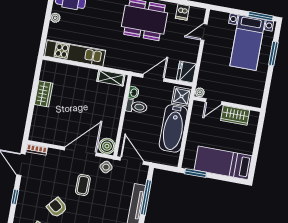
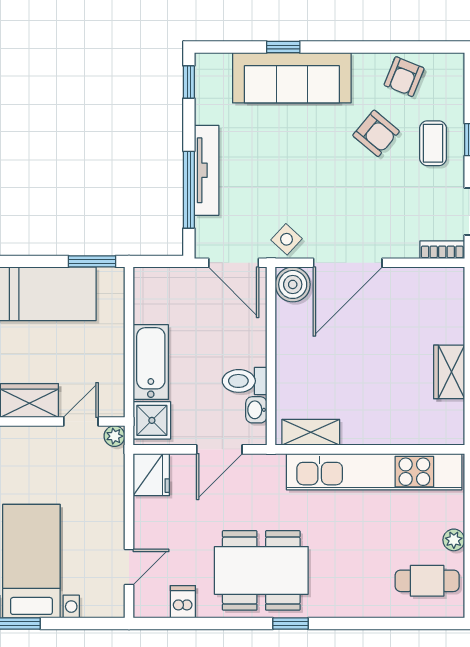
kitchen unit: (75, 53) -> (374, 472), width x1.36
bathtub: (173, 128) -> (151, 362), width x0.73, depth x0.73
coffee table: (83, 185) -> (433, 143), moved

